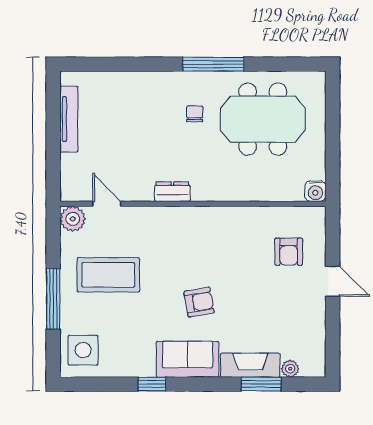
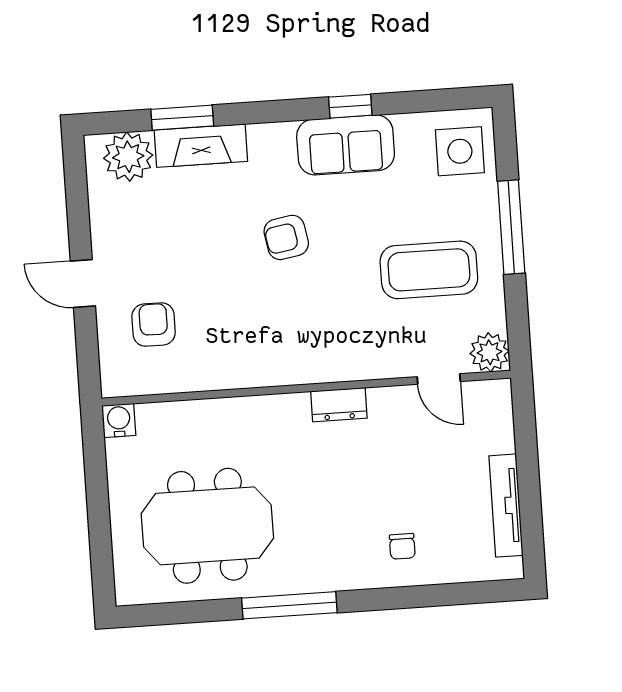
chair: (195, 114) -> (402, 546), moved
sofa: (188, 359) -> (346, 145), moved
plant: (290, 369) -> (128, 157), width x1.87, depth x1.87

